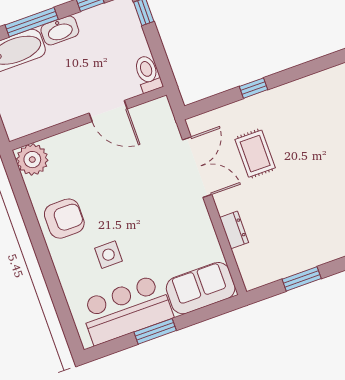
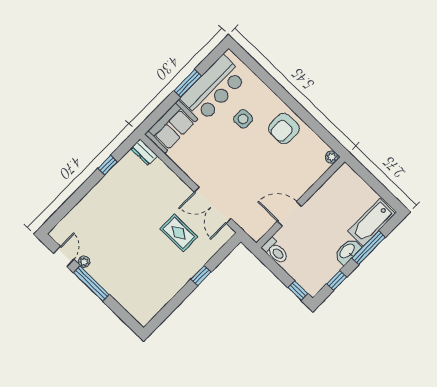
plant: (32, 160) -> (332, 157), width x0.53, depth x0.53
dresser: (234, 230) -> (144, 152), moved
window: (302, 279) -> (108, 165), width x0.67

